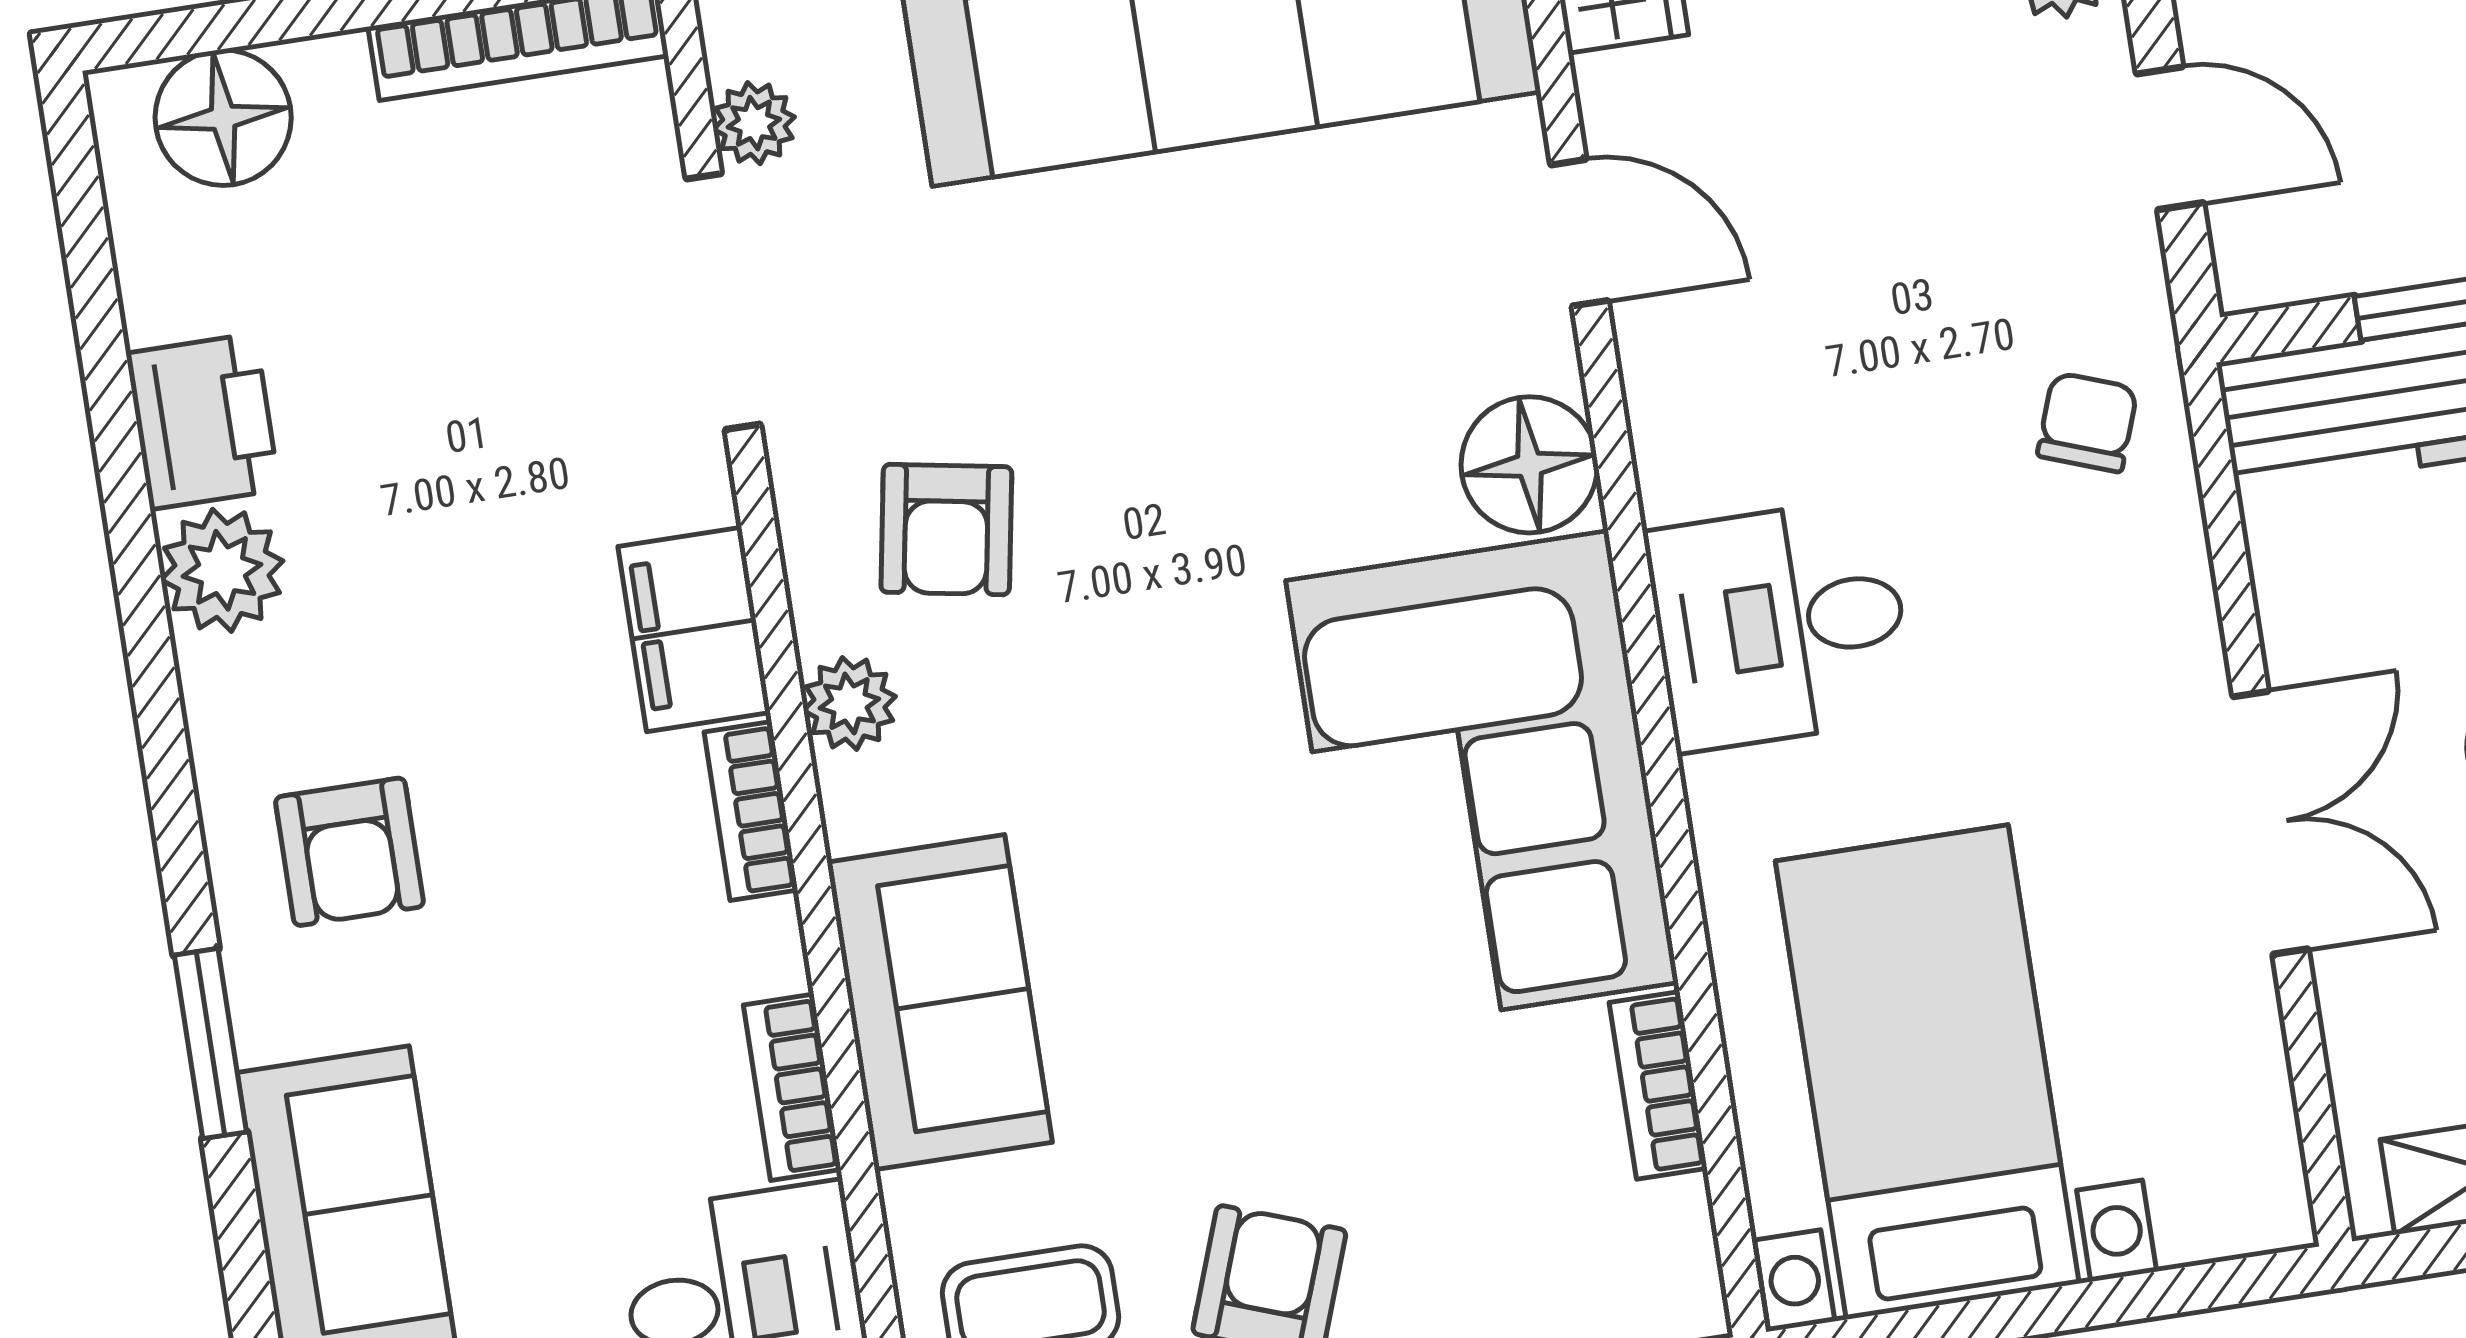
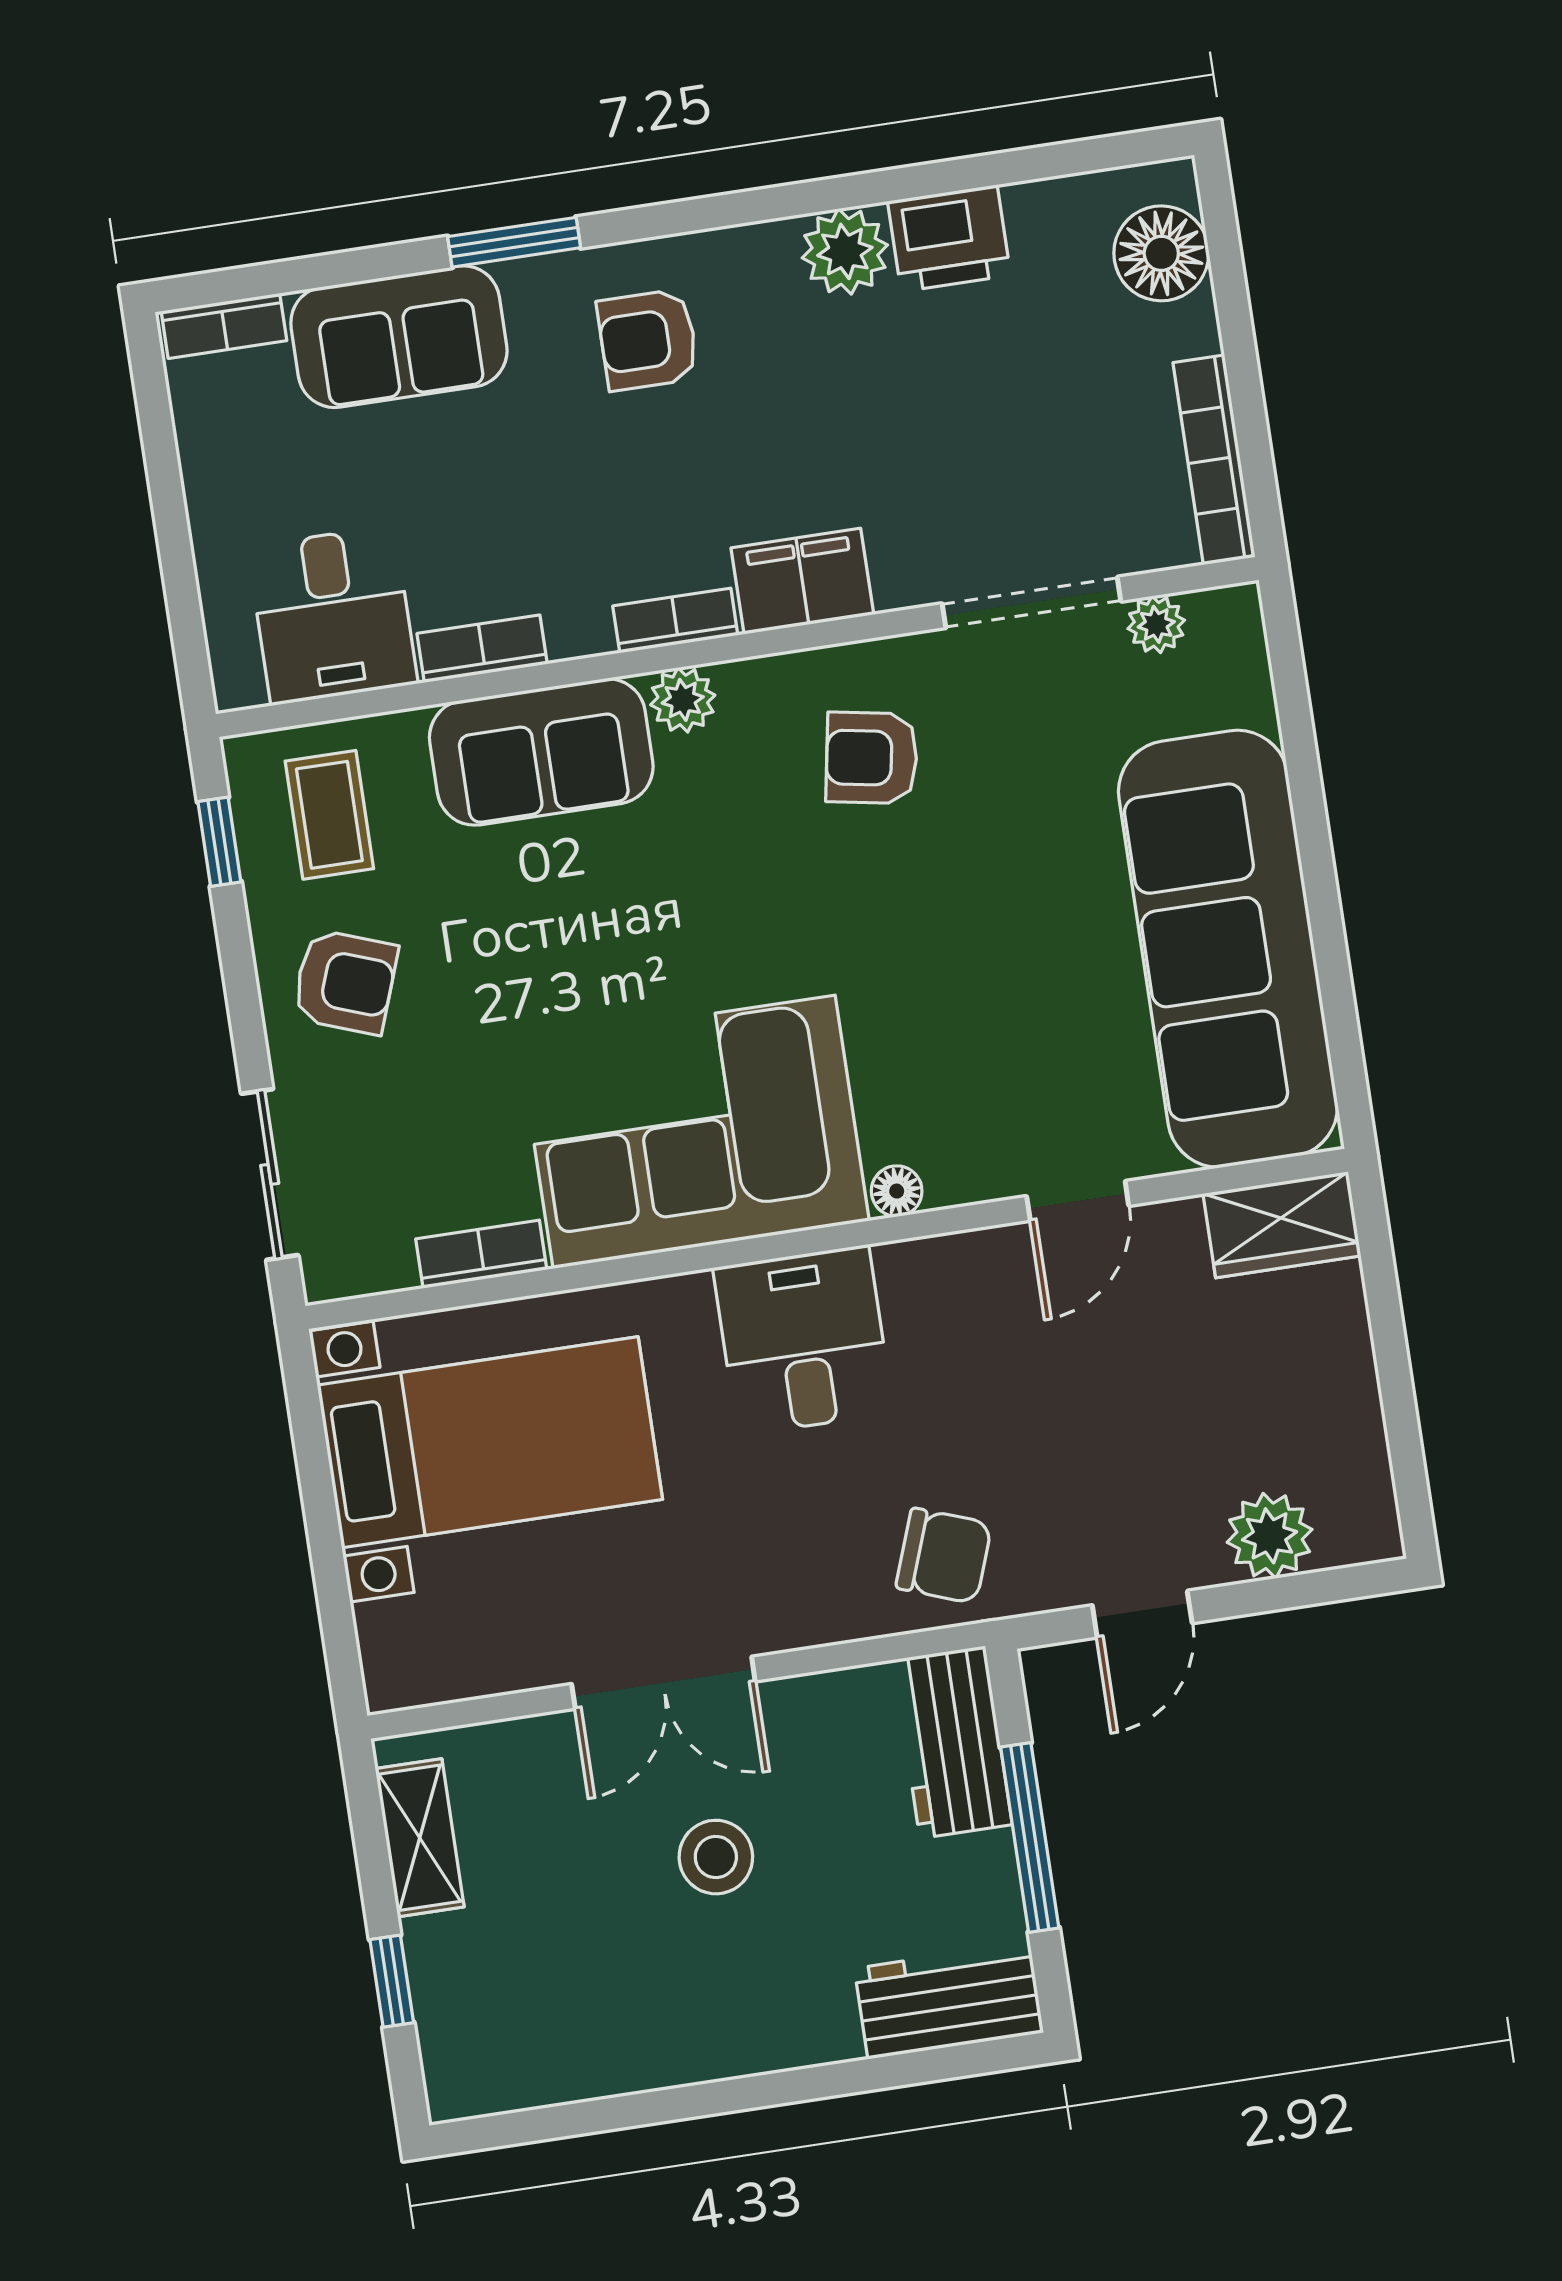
chair: (2087, 422) -> (944, 1556), width x1.37, depth x1.37
floor lamp: (1529, 465) -> (897, 1191), width x0.53, depth x0.53
plant: (849, 703) -> (683, 700), moved

